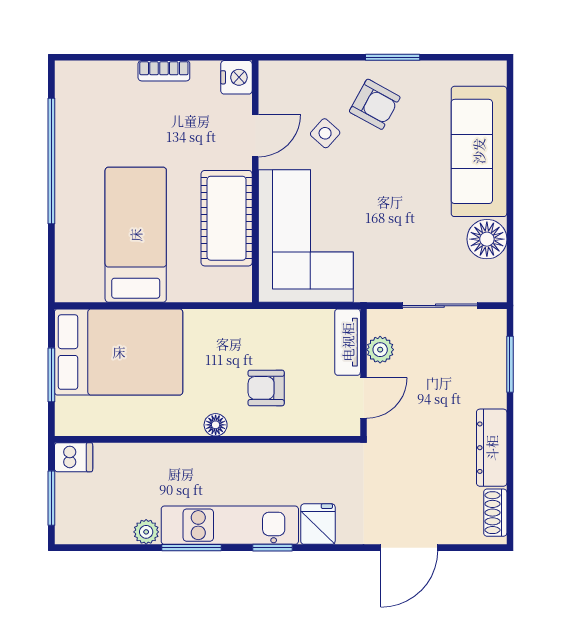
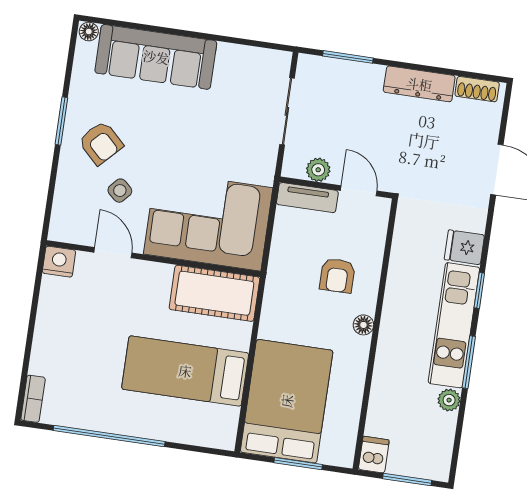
bookcase: (164, 71) -> (33, 399), moved
armchair: (375, 104) -> (101, 143), turned 105
cot: (227, 218) -> (214, 293), moved
floor lamp: (487, 239) -> (89, 32), moved, width x0.53, depth x0.53

